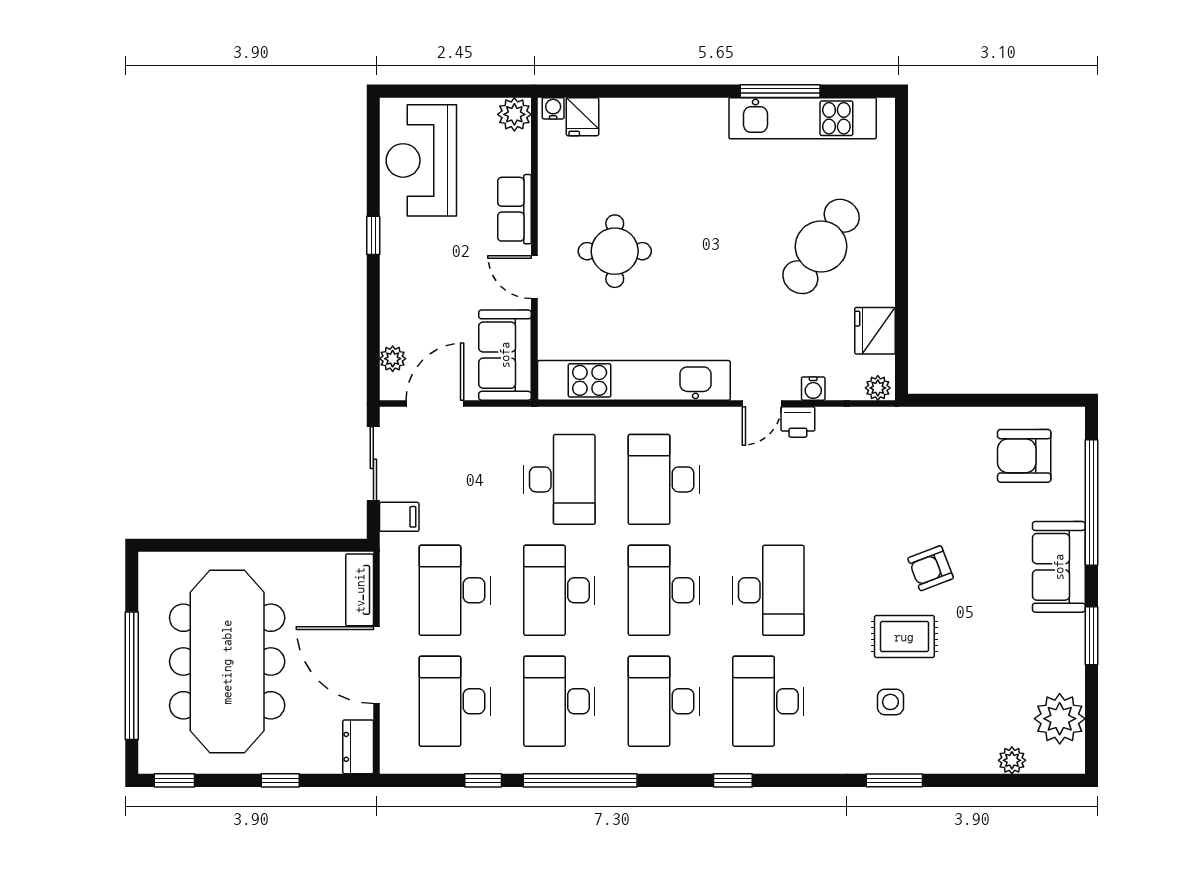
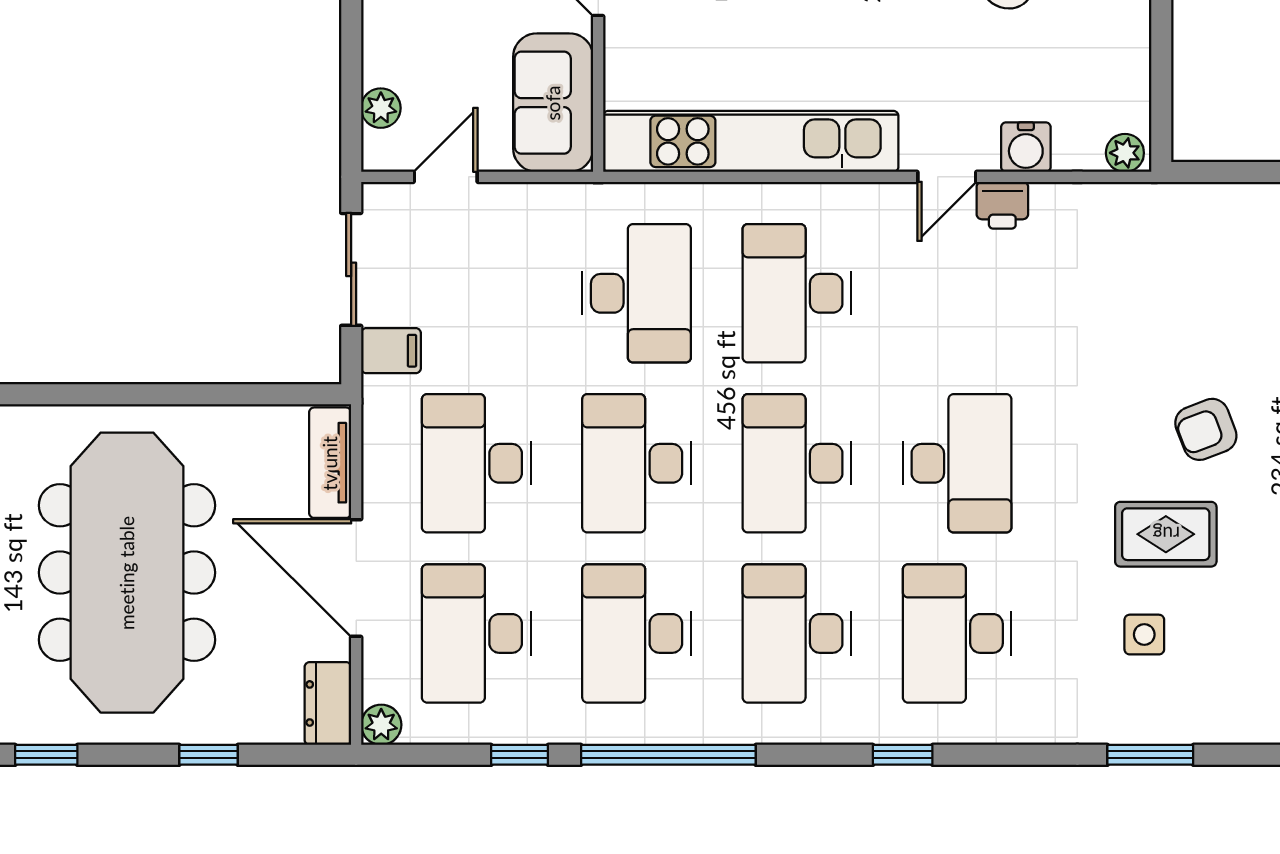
fridge: (875, 331) -> (1121, 65), removed
water cooler: (813, 389) -> (1026, 147), width x1.38, depth x1.38
door: (435, 403) -> (446, 177), width x0.73
plant: (393, 761) -> (381, 725), added

